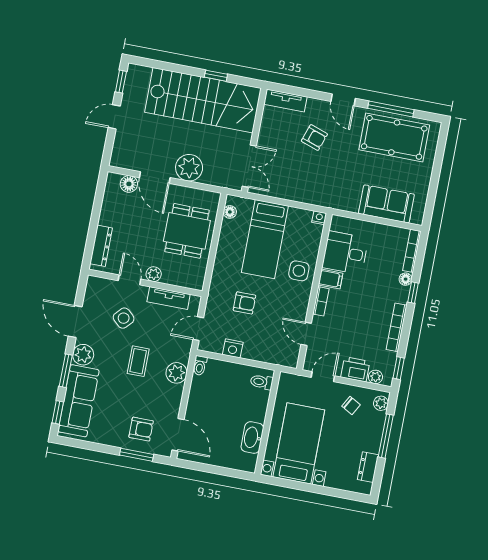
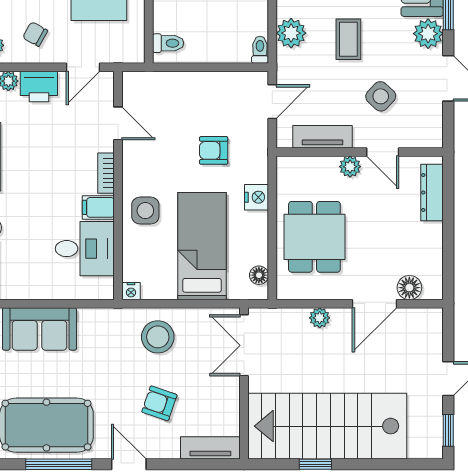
plant: (189, 168) -> (320, 318), width x0.53, depth x0.53
door: (155, 178) -> (374, 304), swing flipped
stool: (307, 183) -> (158, 337), added
nightstand: (233, 348) -> (257, 197), moved, turned 90

